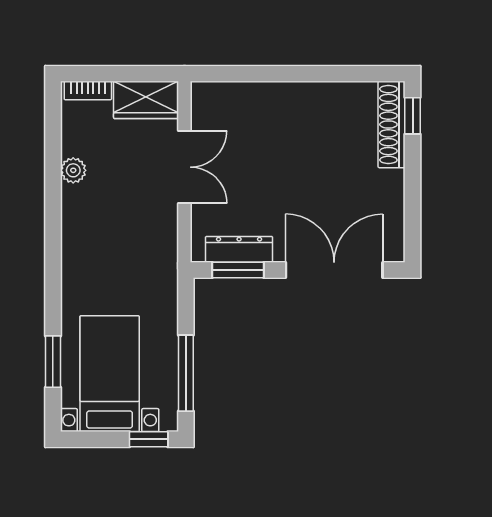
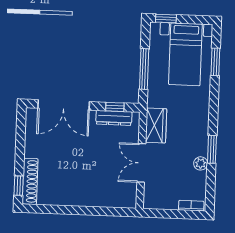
wardrobe: (146, 100) -> (156, 125), moved, turned 90
window: (53, 198) -> (212, 149), added
window: (238, 270) -> (115, 107), width x0.67
window: (186, 373) -> (144, 69), moved

